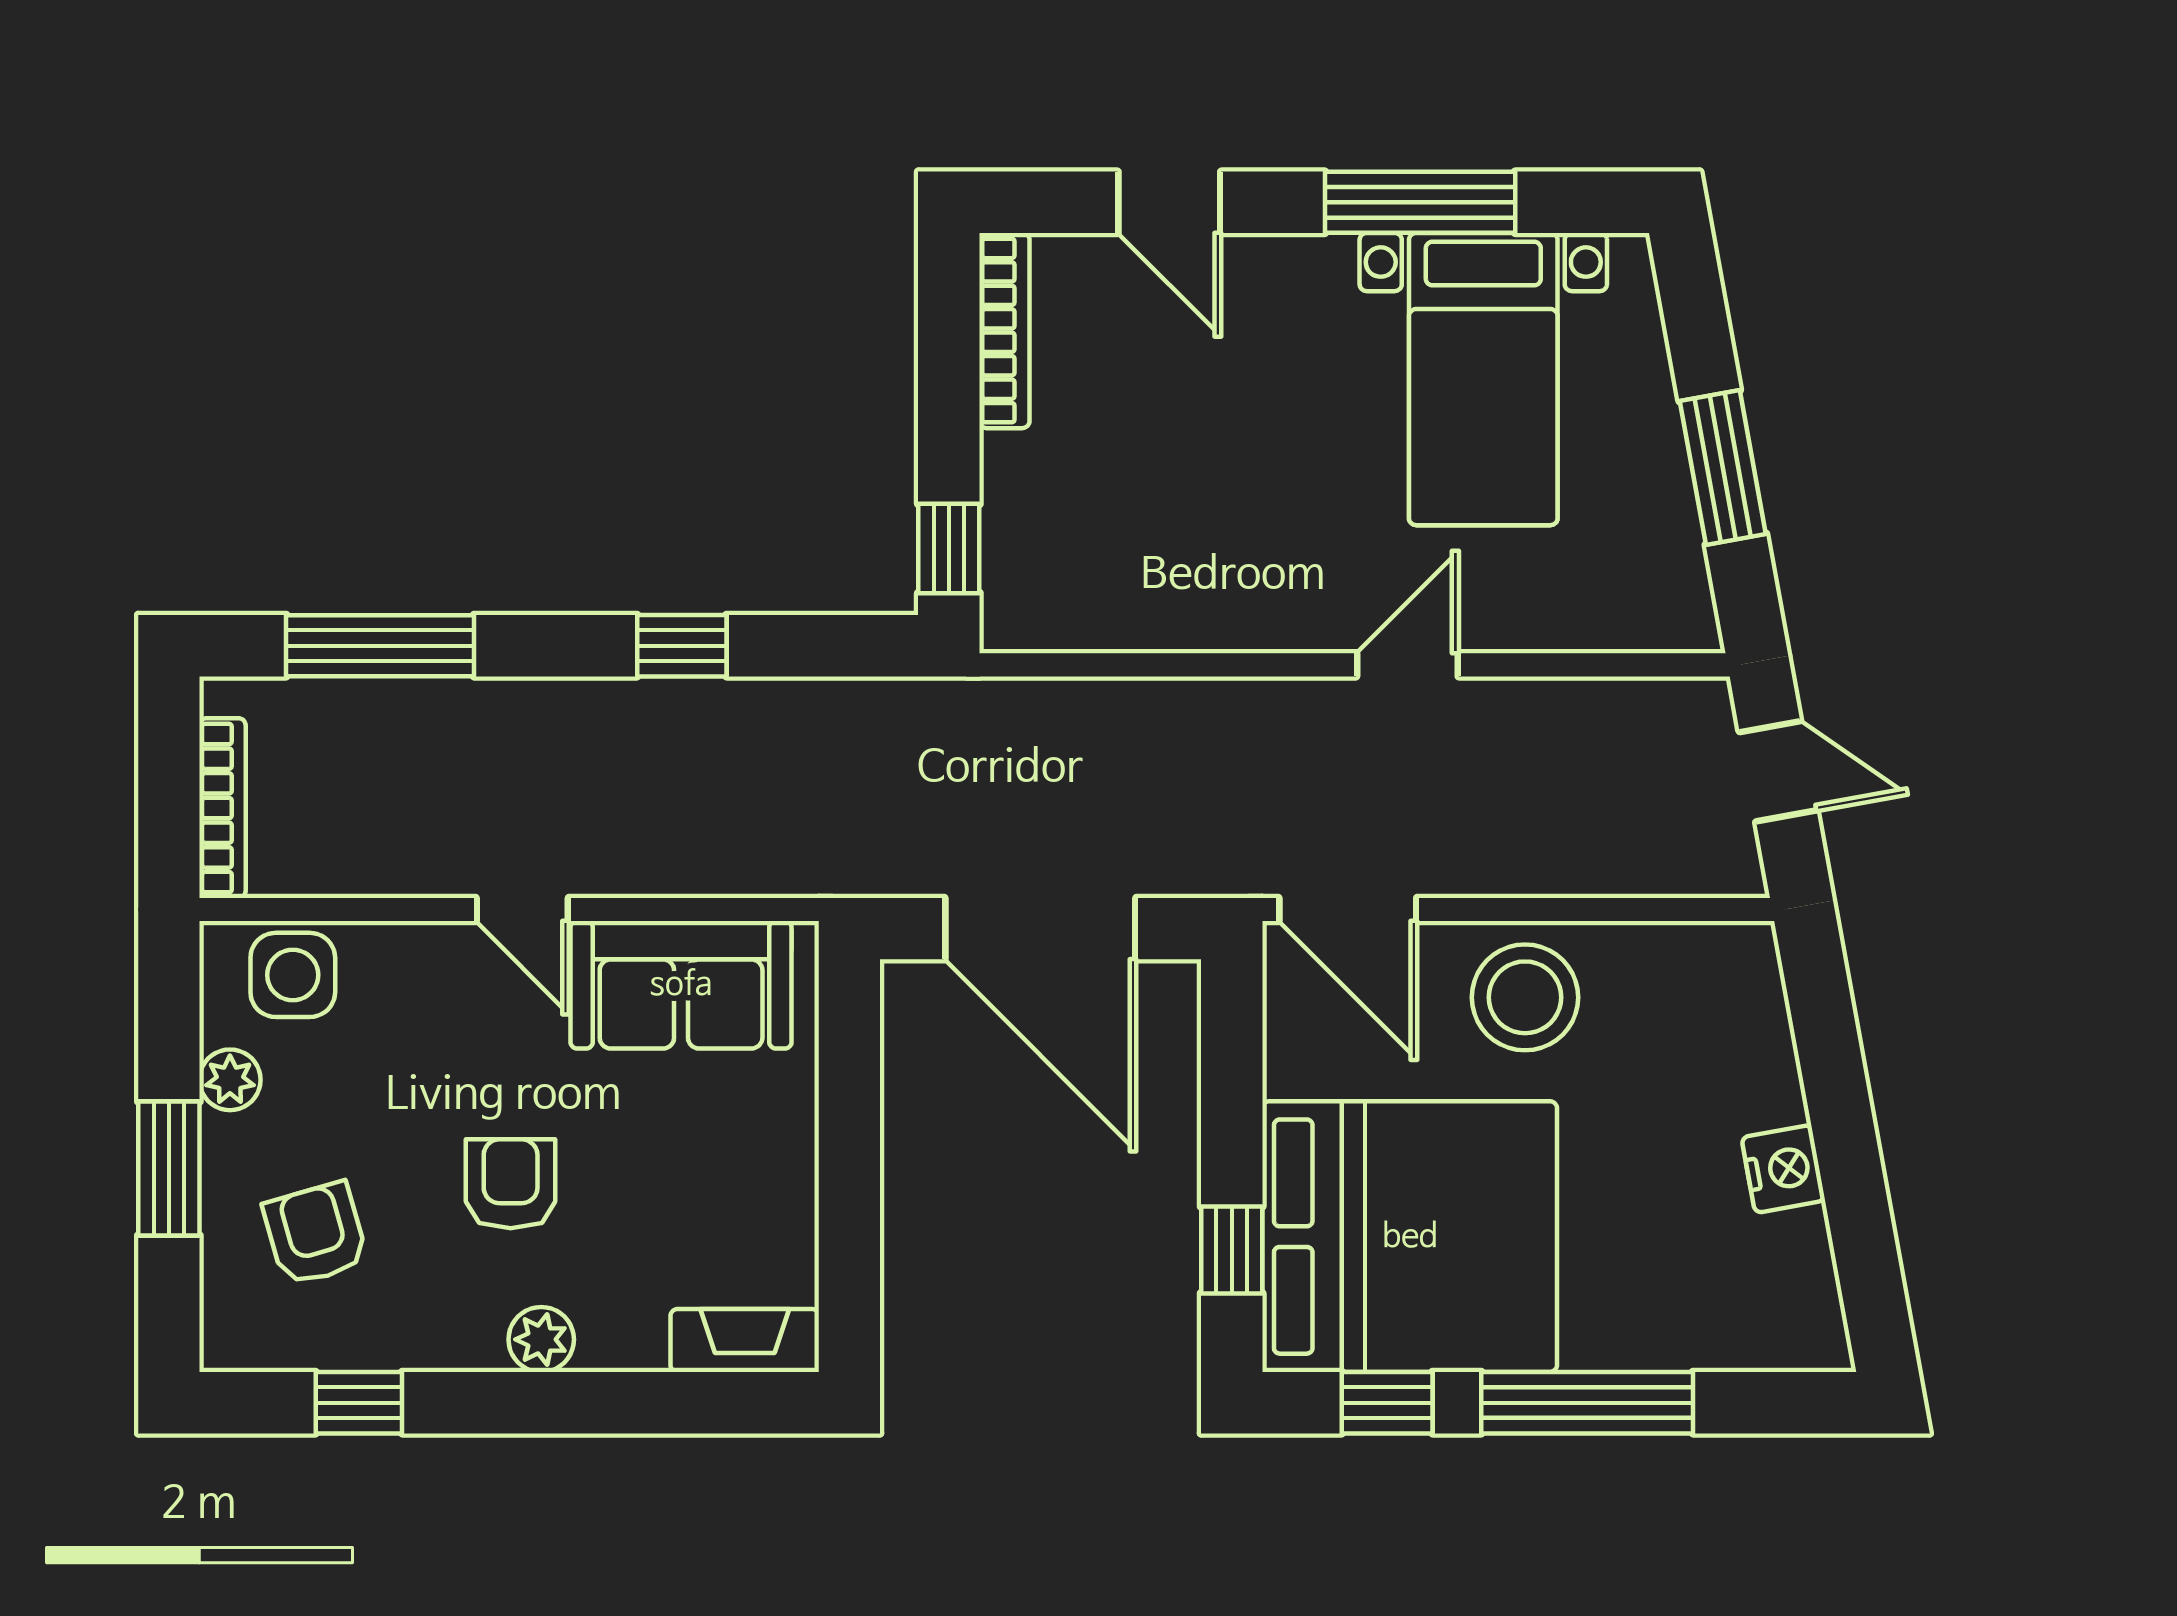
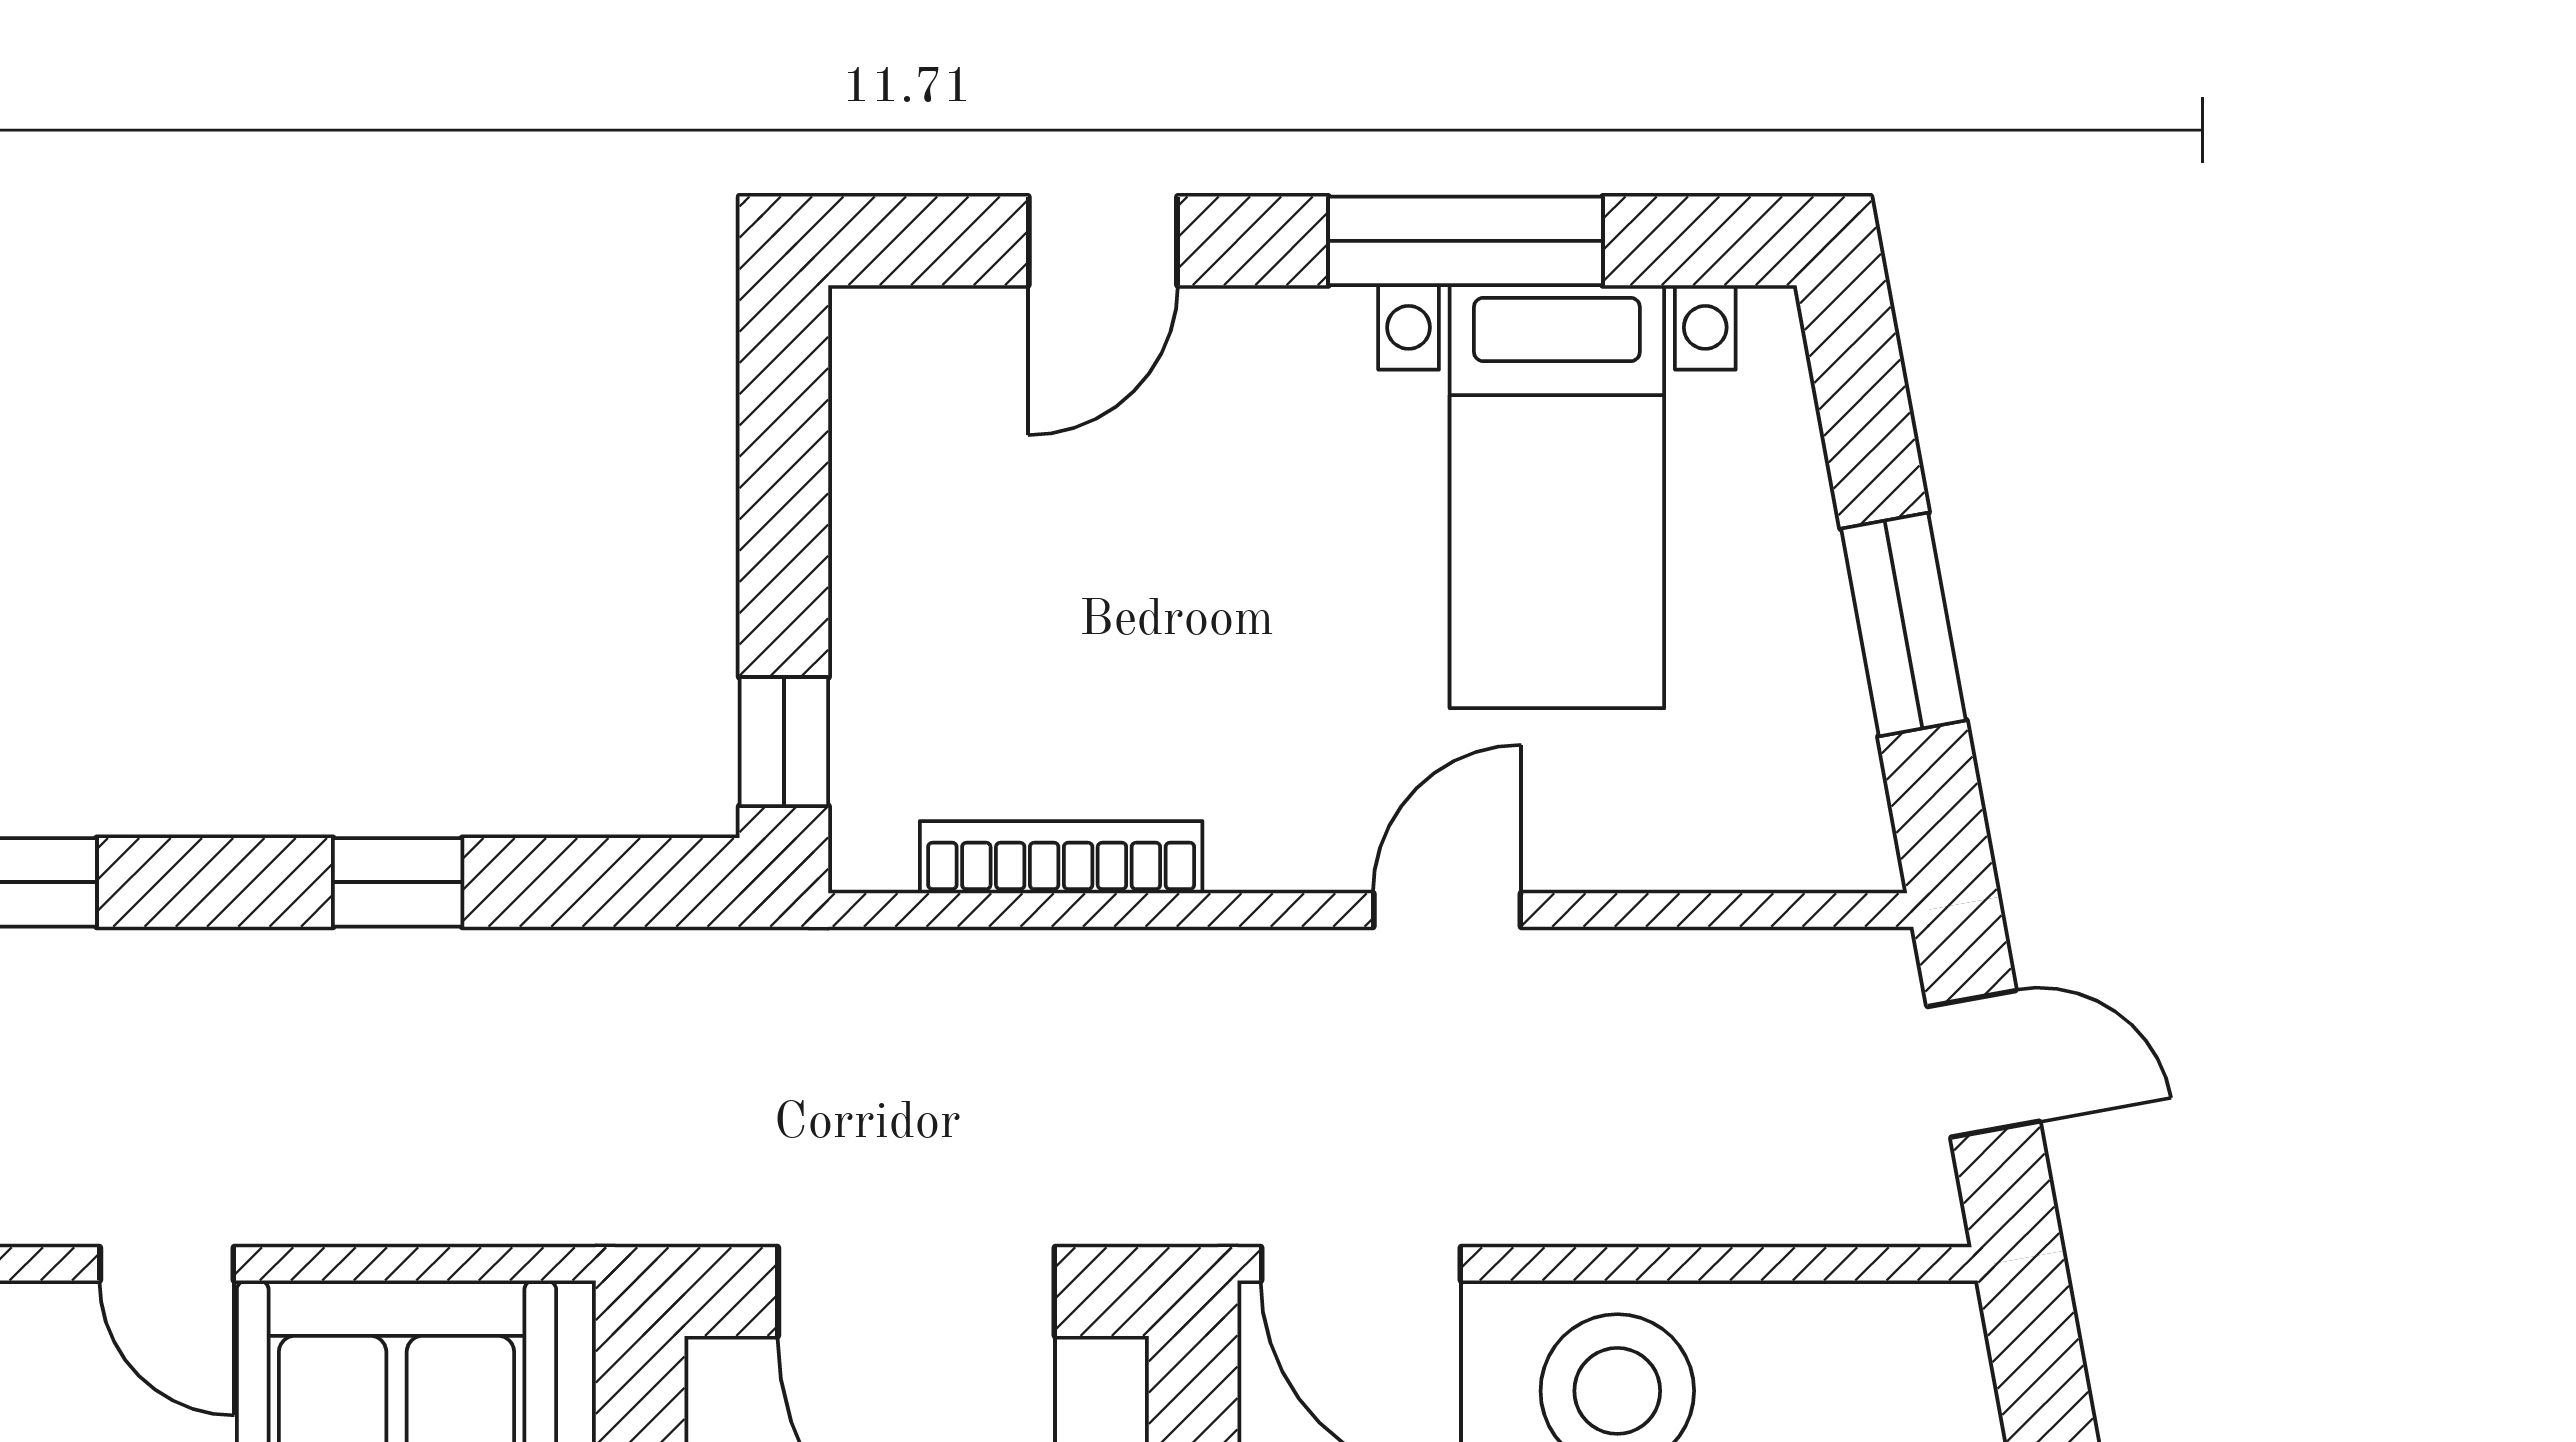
door: (1169, 202) -> (1103, 241), hinge flipped
bookcase: (1004, 331) -> (1061, 857), moved, turned -90

